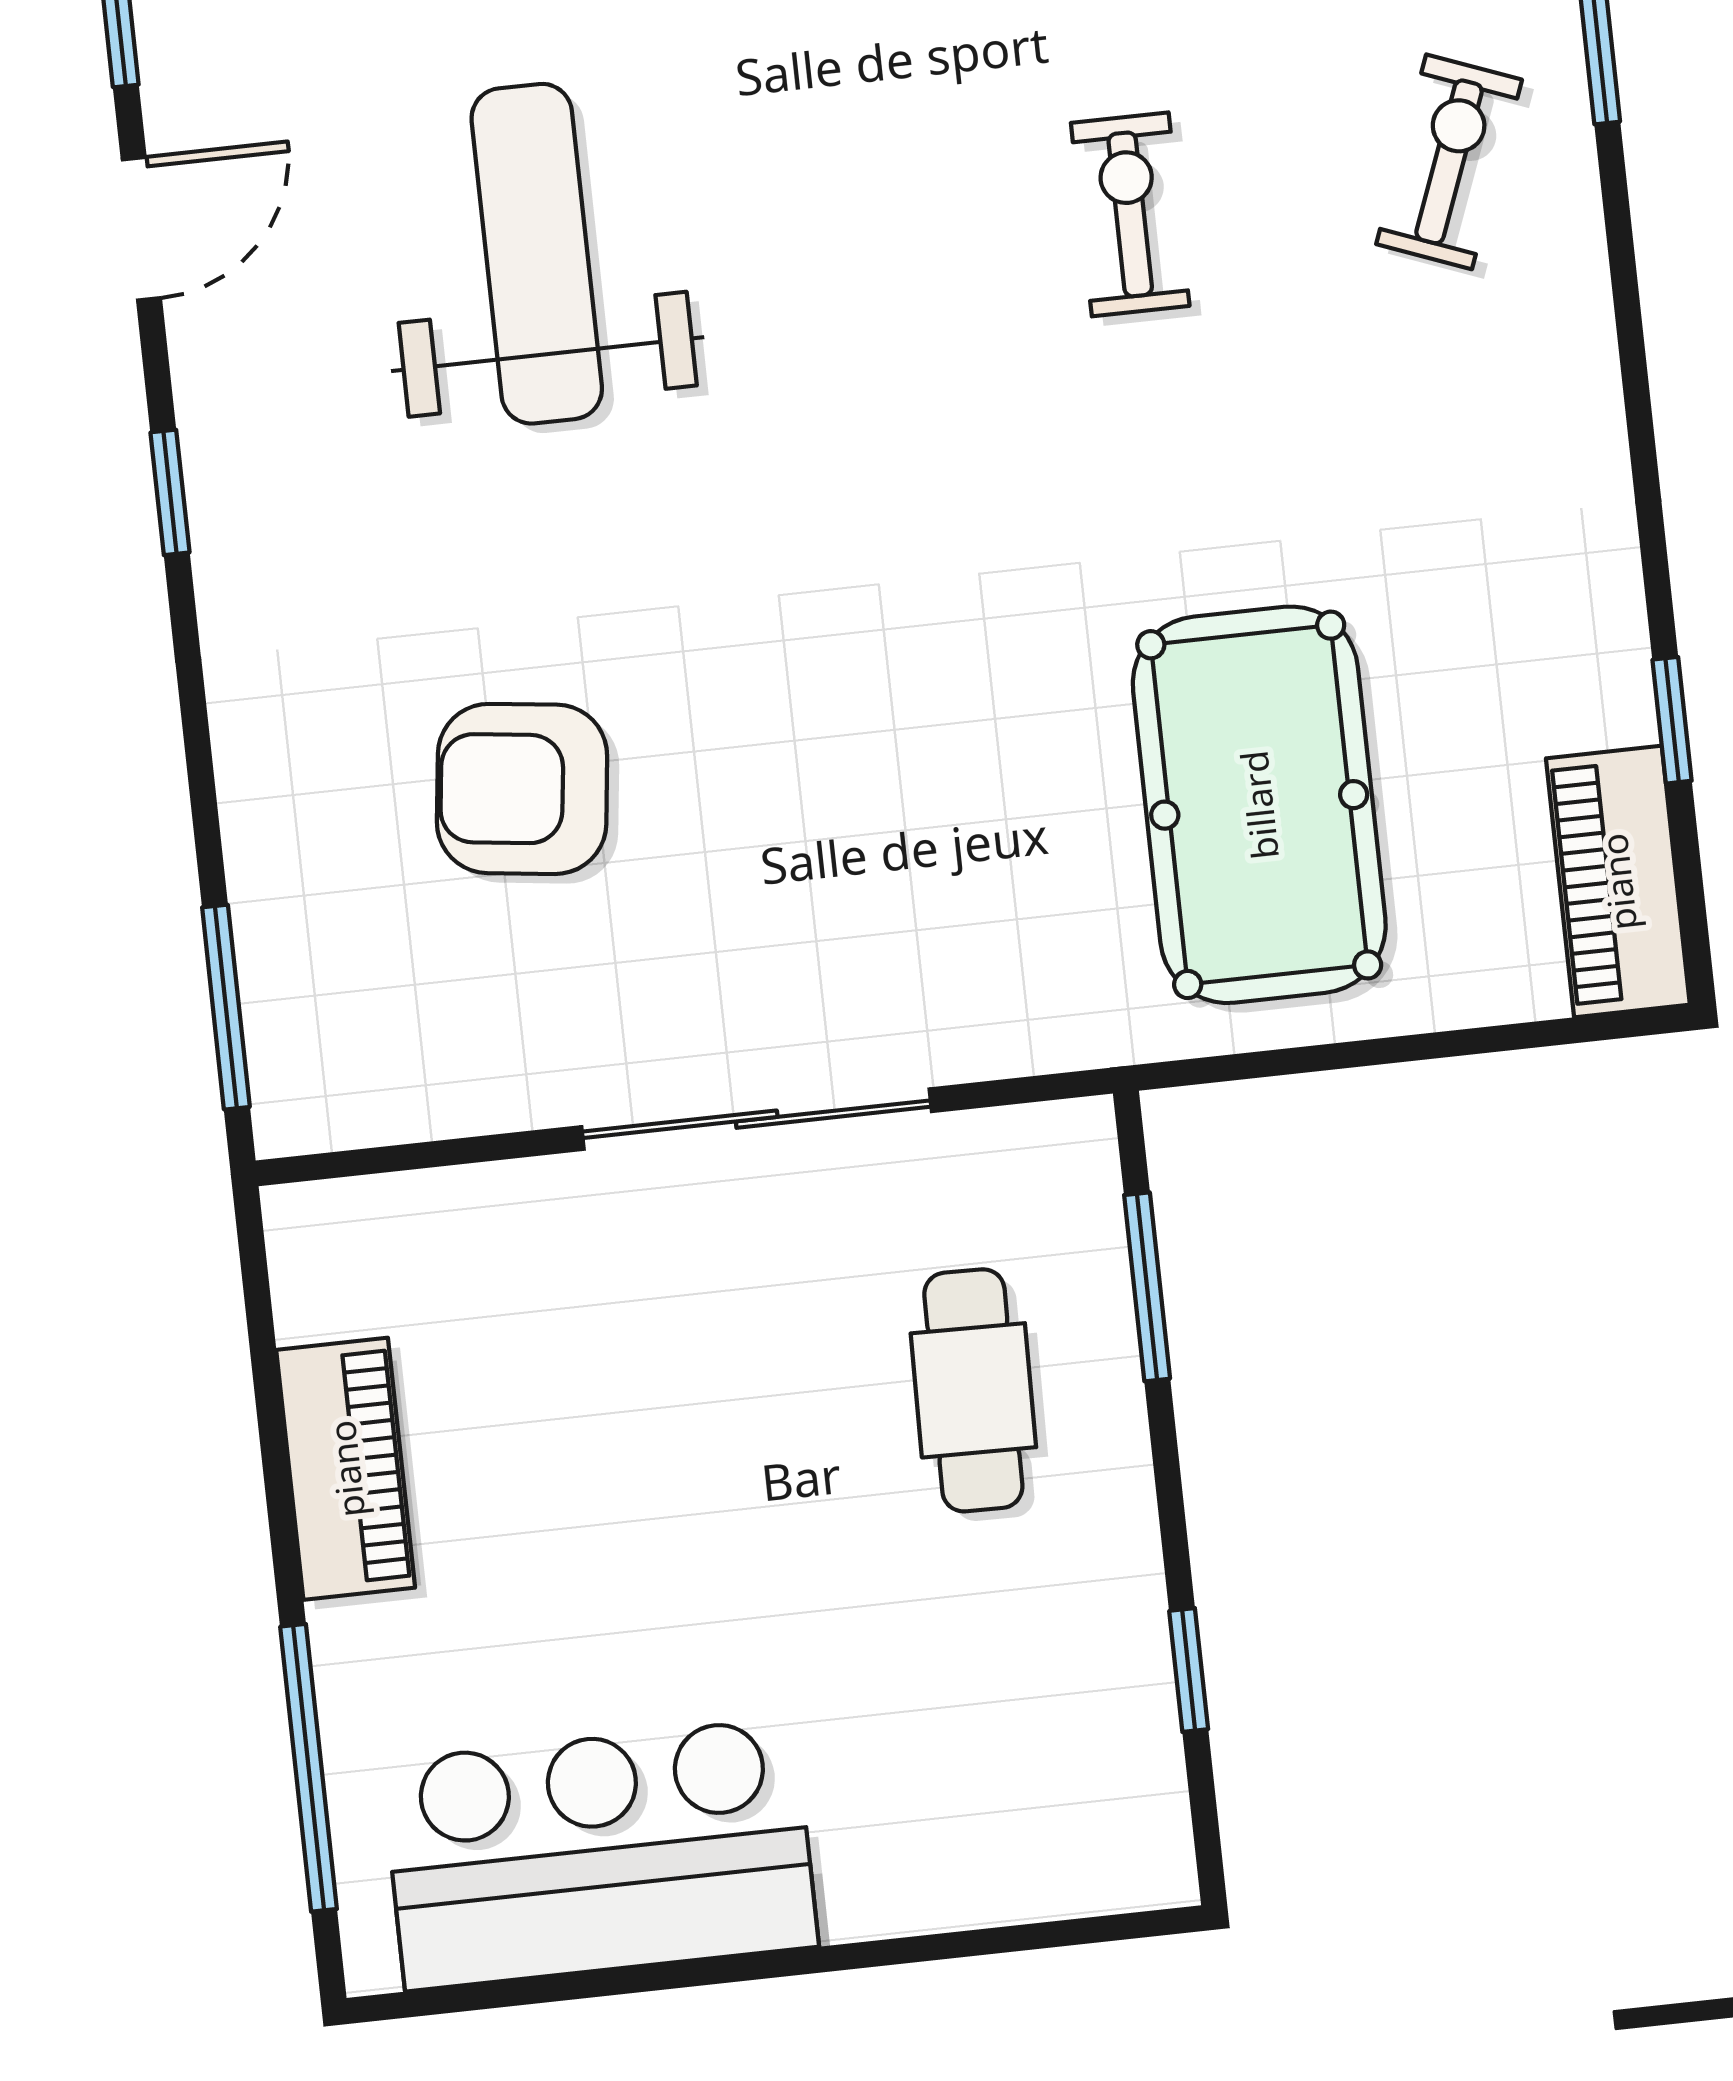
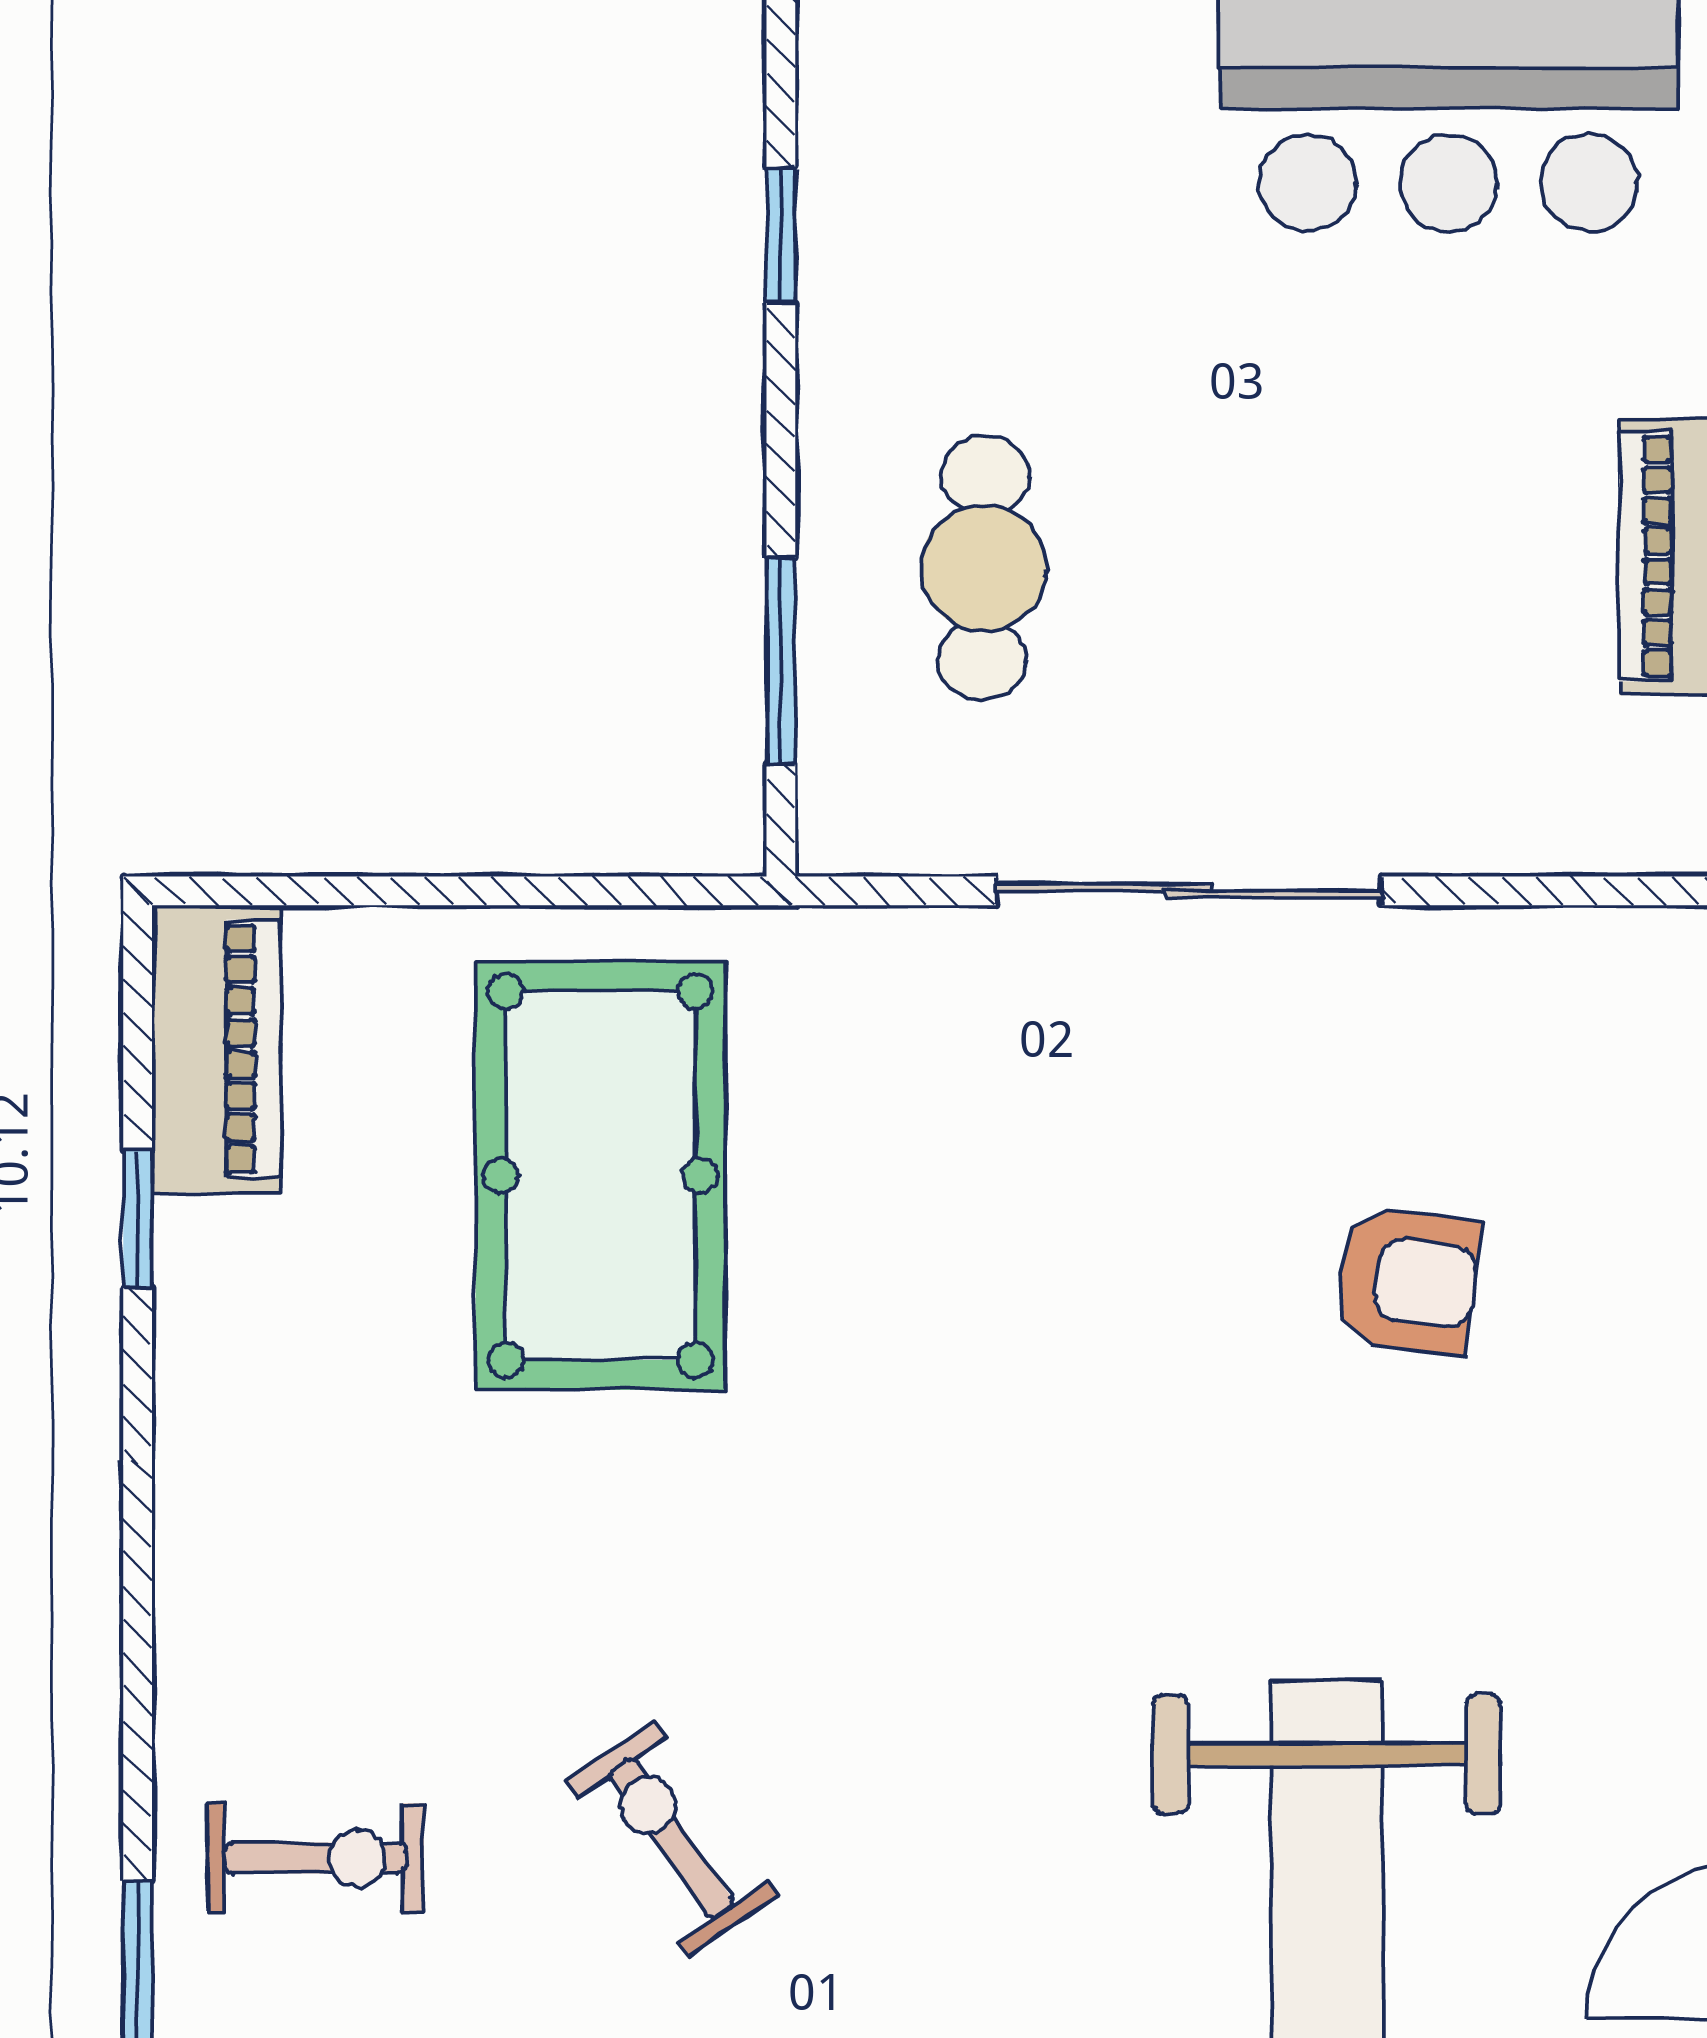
exercise bike: (1449, 162) -> (316, 1858), turned -111
exercise bike: (1130, 214) -> (672, 1838), turned 145
armchair: (522, 789) -> (1407, 1281), width x0.72, depth x0.72

